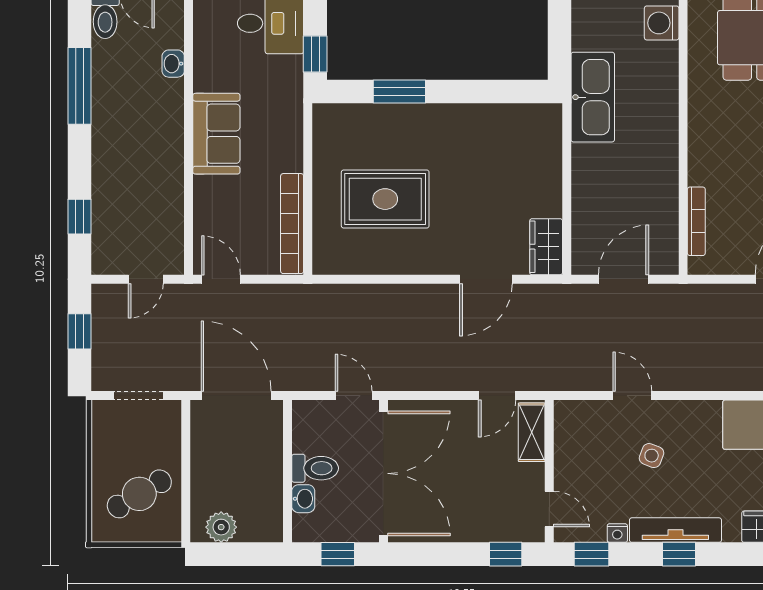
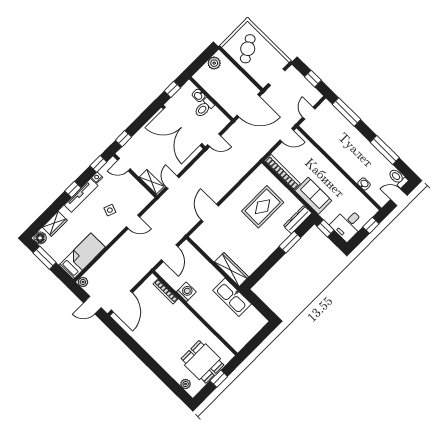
washing machine: (662, 23) -> (186, 292), moved
dresser: (348, 117) -> (298, 220), added
sofa: (216, 134) -> (313, 196), moved, turned 180
window: (80, 217) -> (346, 112), width x2.17
wardrobe: (546, 247) -> (231, 269), moved, width x1.50

